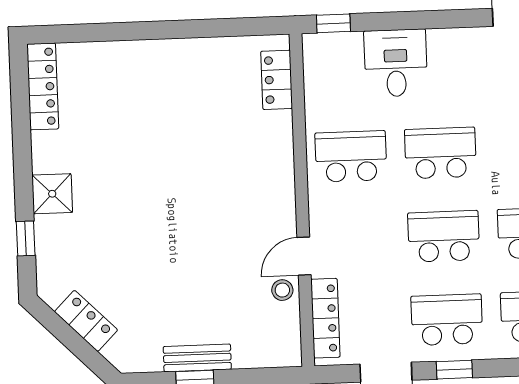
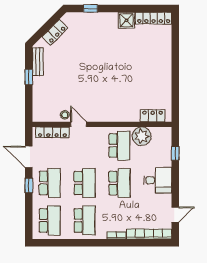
window: (333, 23) -> (175, 153), moved
desk: (396, 63) -> (158, 180), moved
plant: (327, 104) -> (142, 136), added
shower: (52, 194) -> (126, 20), moved
bench: (197, 358) -> (38, 62), moved

